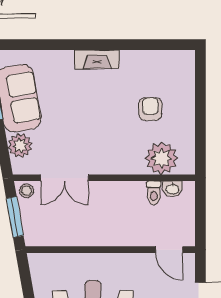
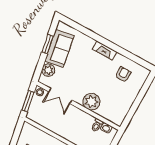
armchair: (150, 109) -> (123, 74), moved
plant: (161, 158) -> (91, 102), moved

